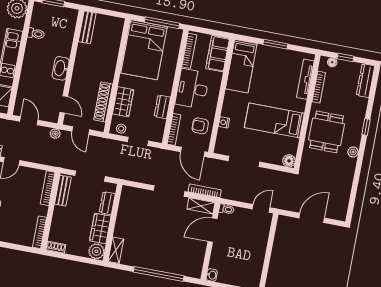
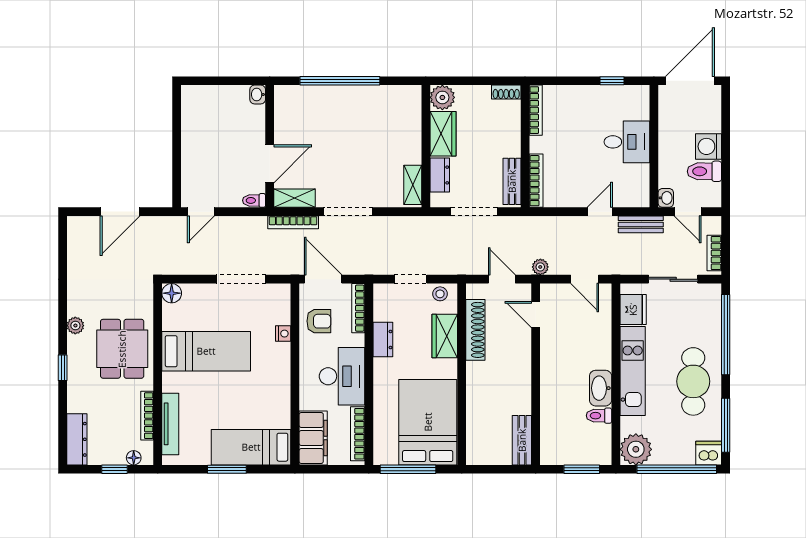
bed: (241, 66) -> (251, 447), moved, turned -90
washbasin: (61, 68) -> (601, 388), moved, turned 180
shelving: (116, 250) -> (413, 185), moved

